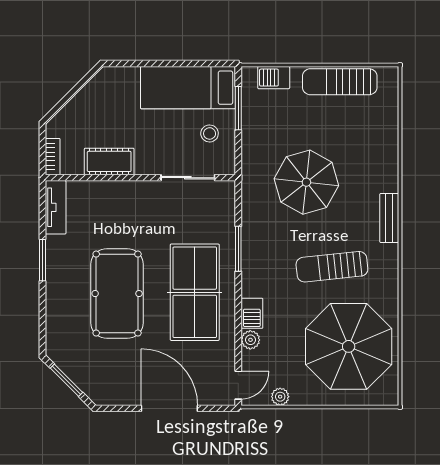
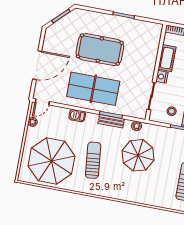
nightstand: (147, 165) -> (162, 77), added
tv unit: (56, 207) -> (149, 27), removed
bench: (389, 218) -> (111, 121), moved
plant: (250, 340) -> (137, 126), moved
door: (238, 385) -> (42, 102), hinge flipped

